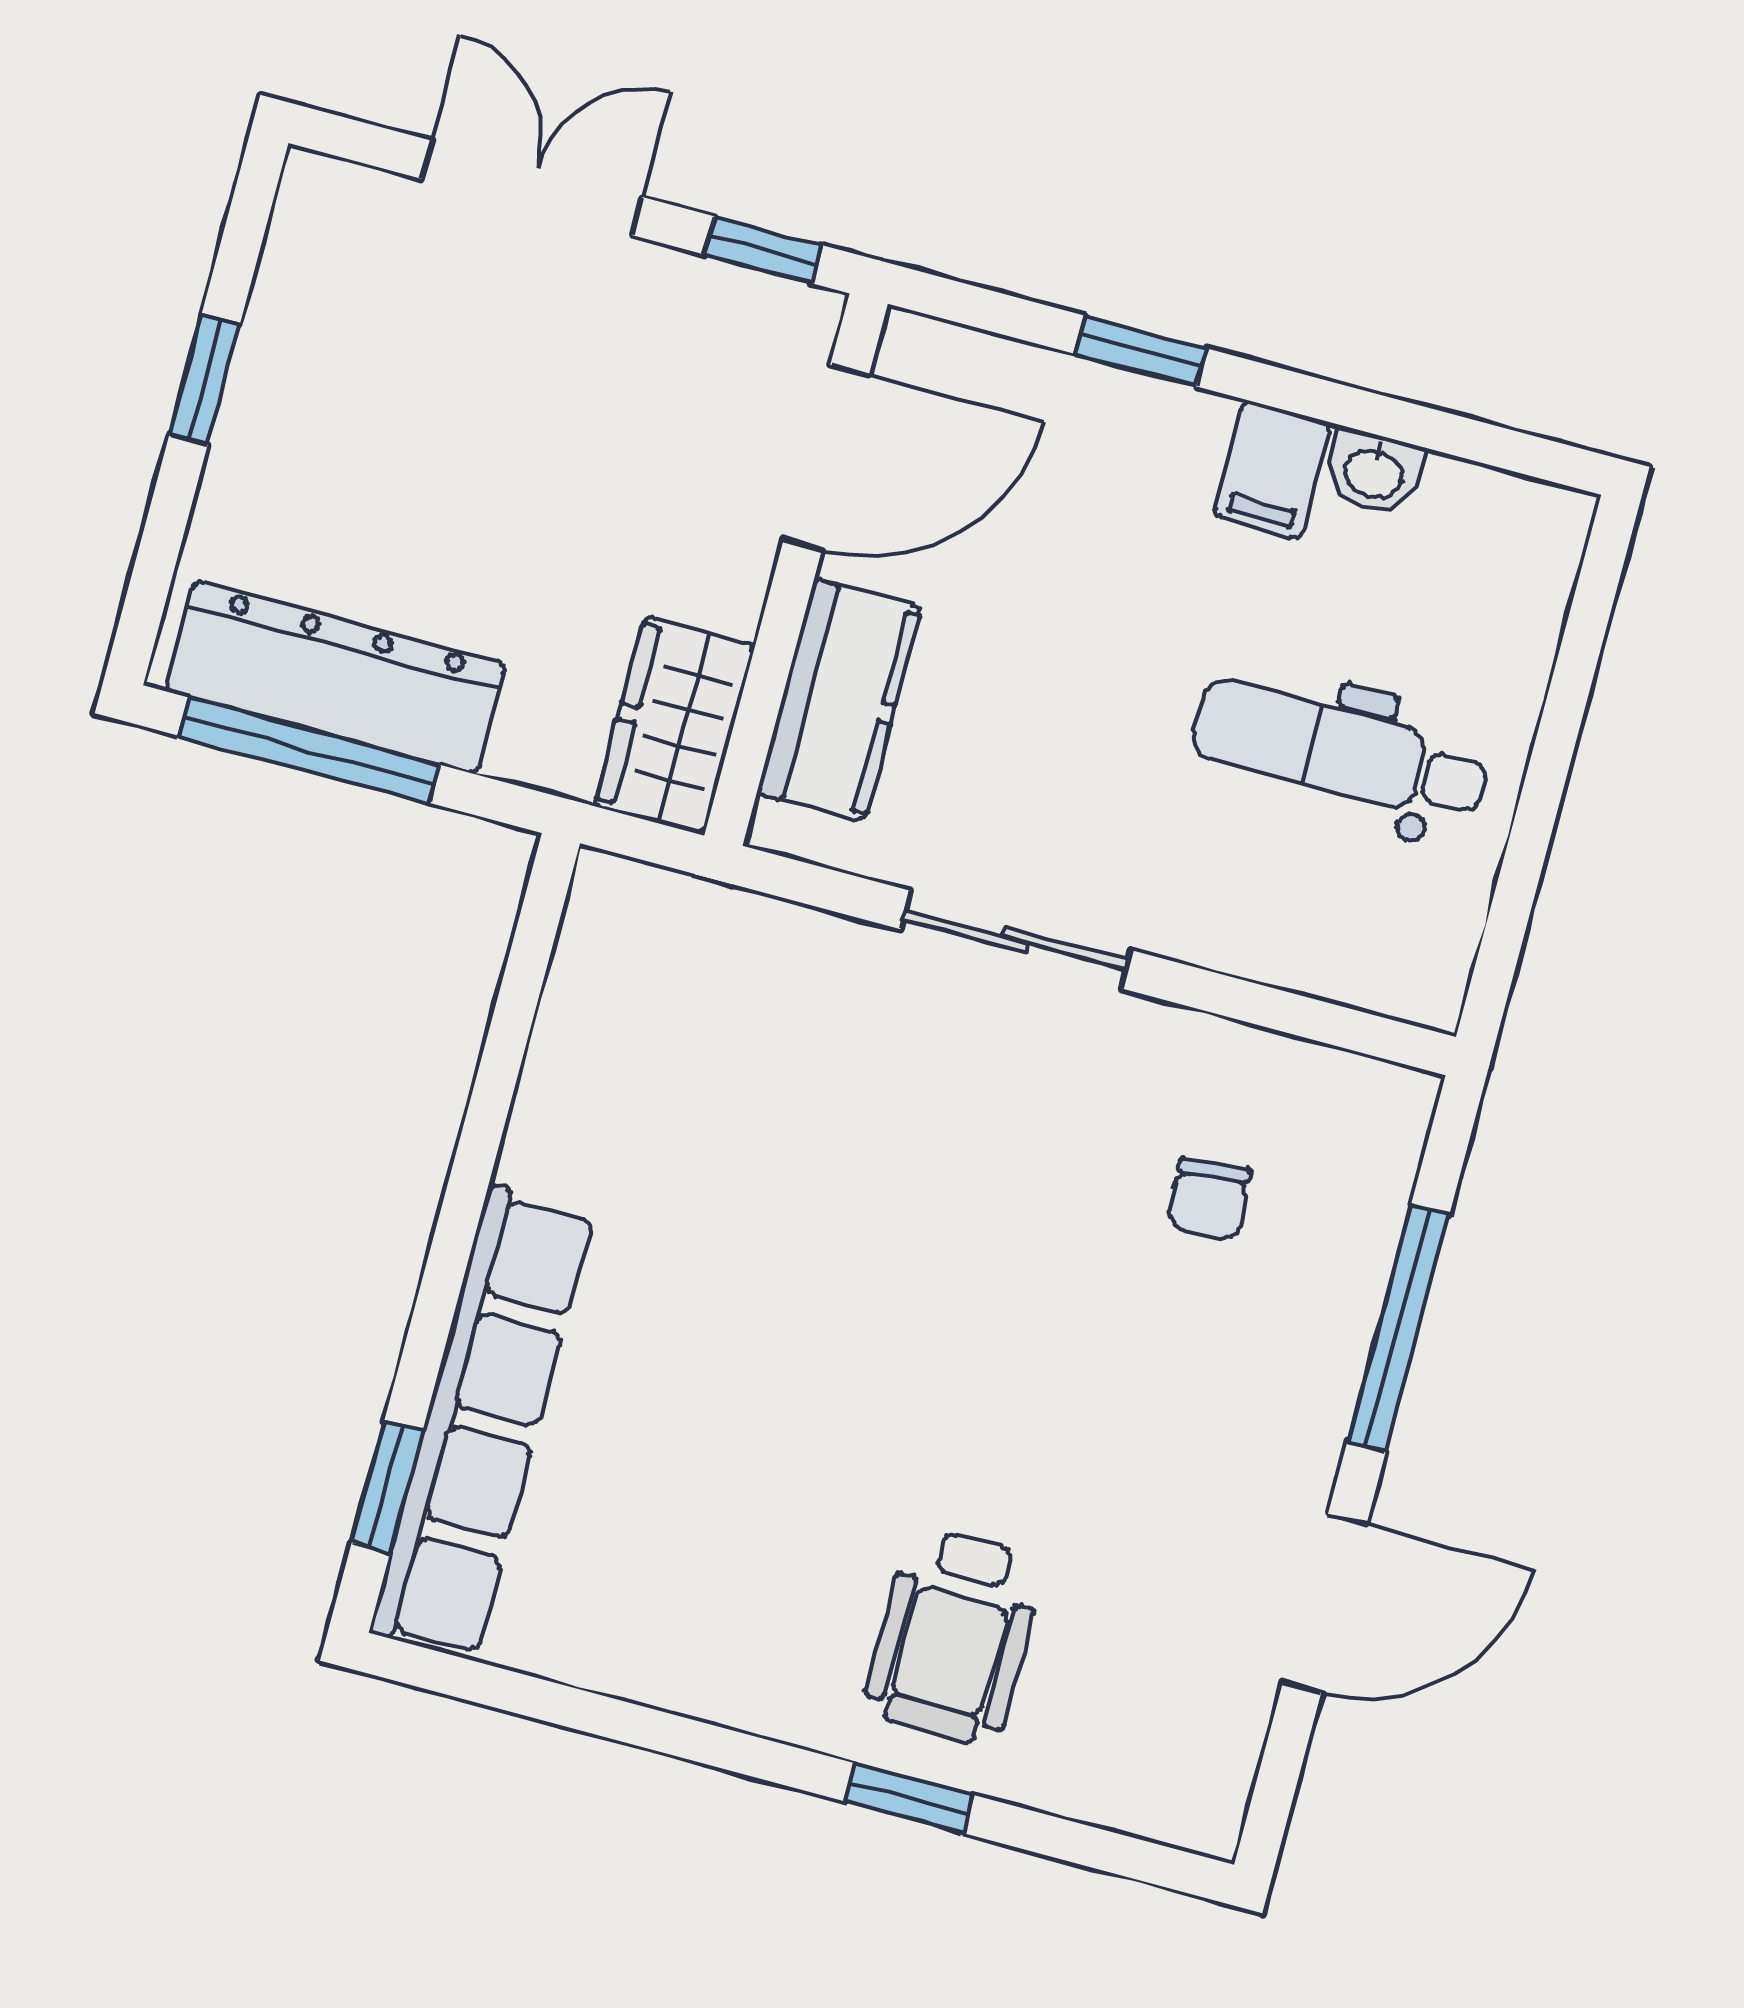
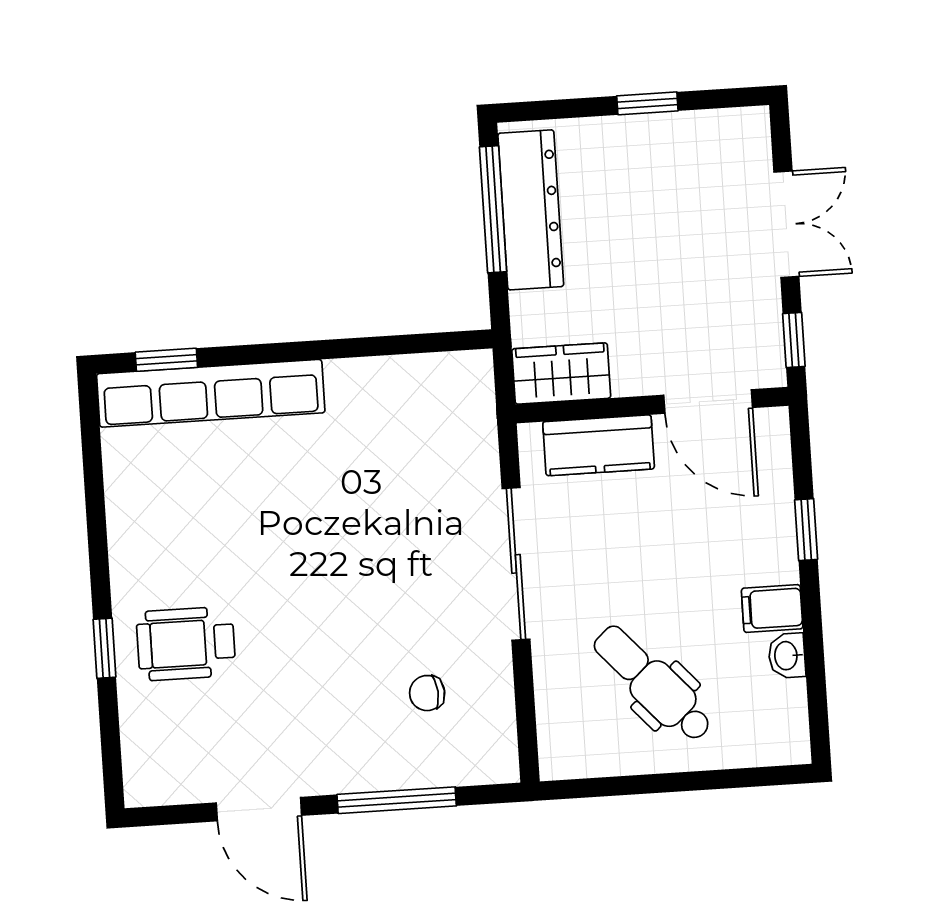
dental chair: (1340, 752) -> (653, 684), turned -42
sliding door: (1016, 940) -> (516, 564), width x1.37

